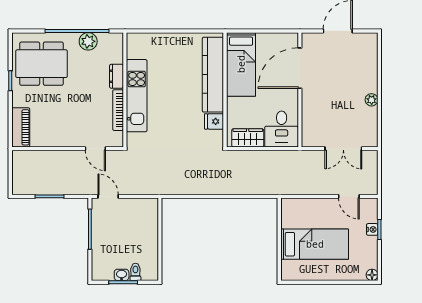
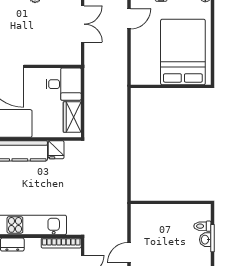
bookcase: (118, 110) -> (61, 243), moved
bed: (315, 244) -> (183, 52), width x1.50

